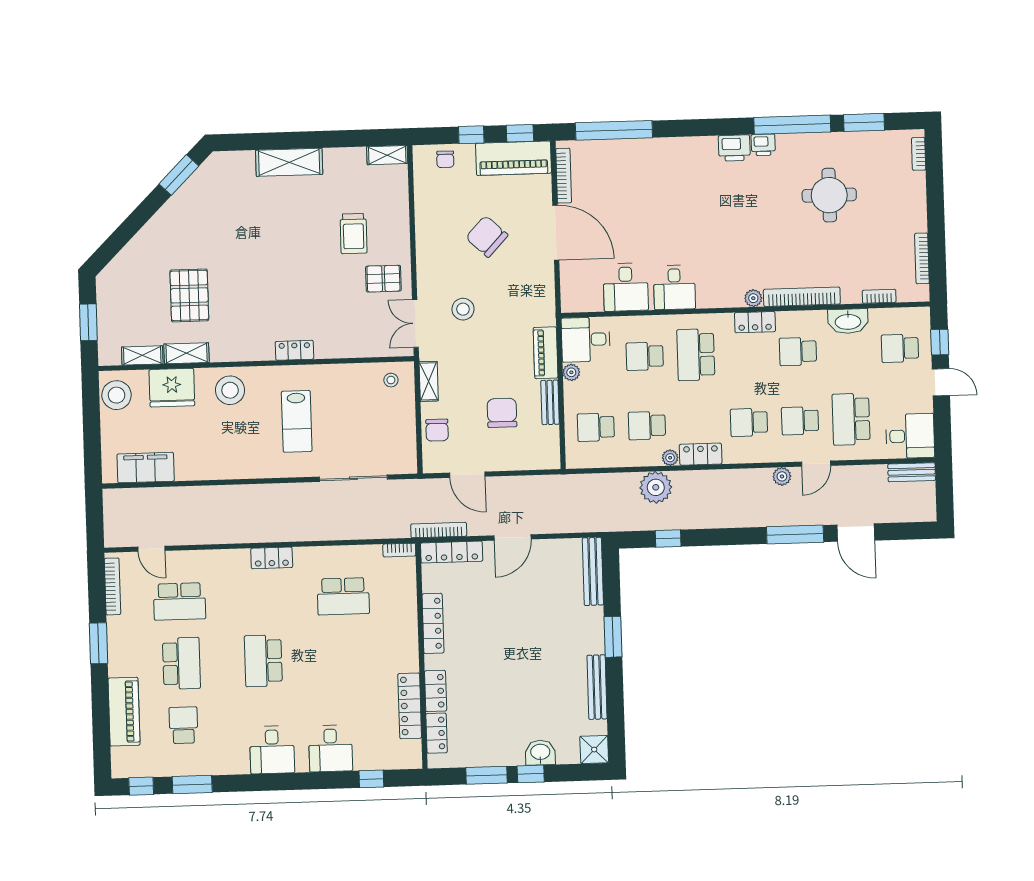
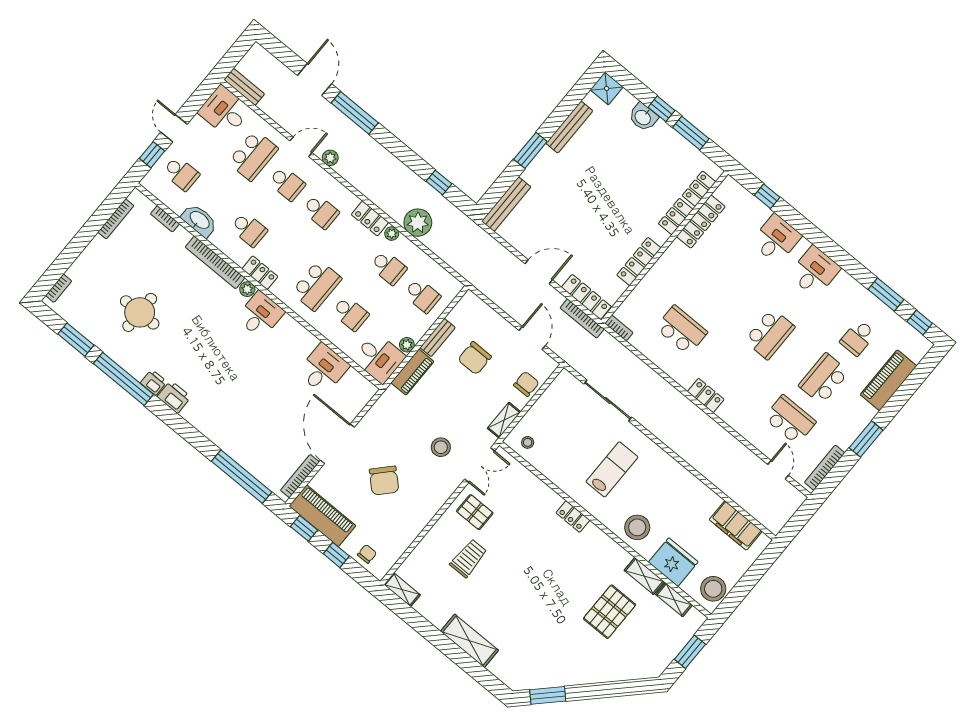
desk: (674, 287) -> (260, 315), moved

